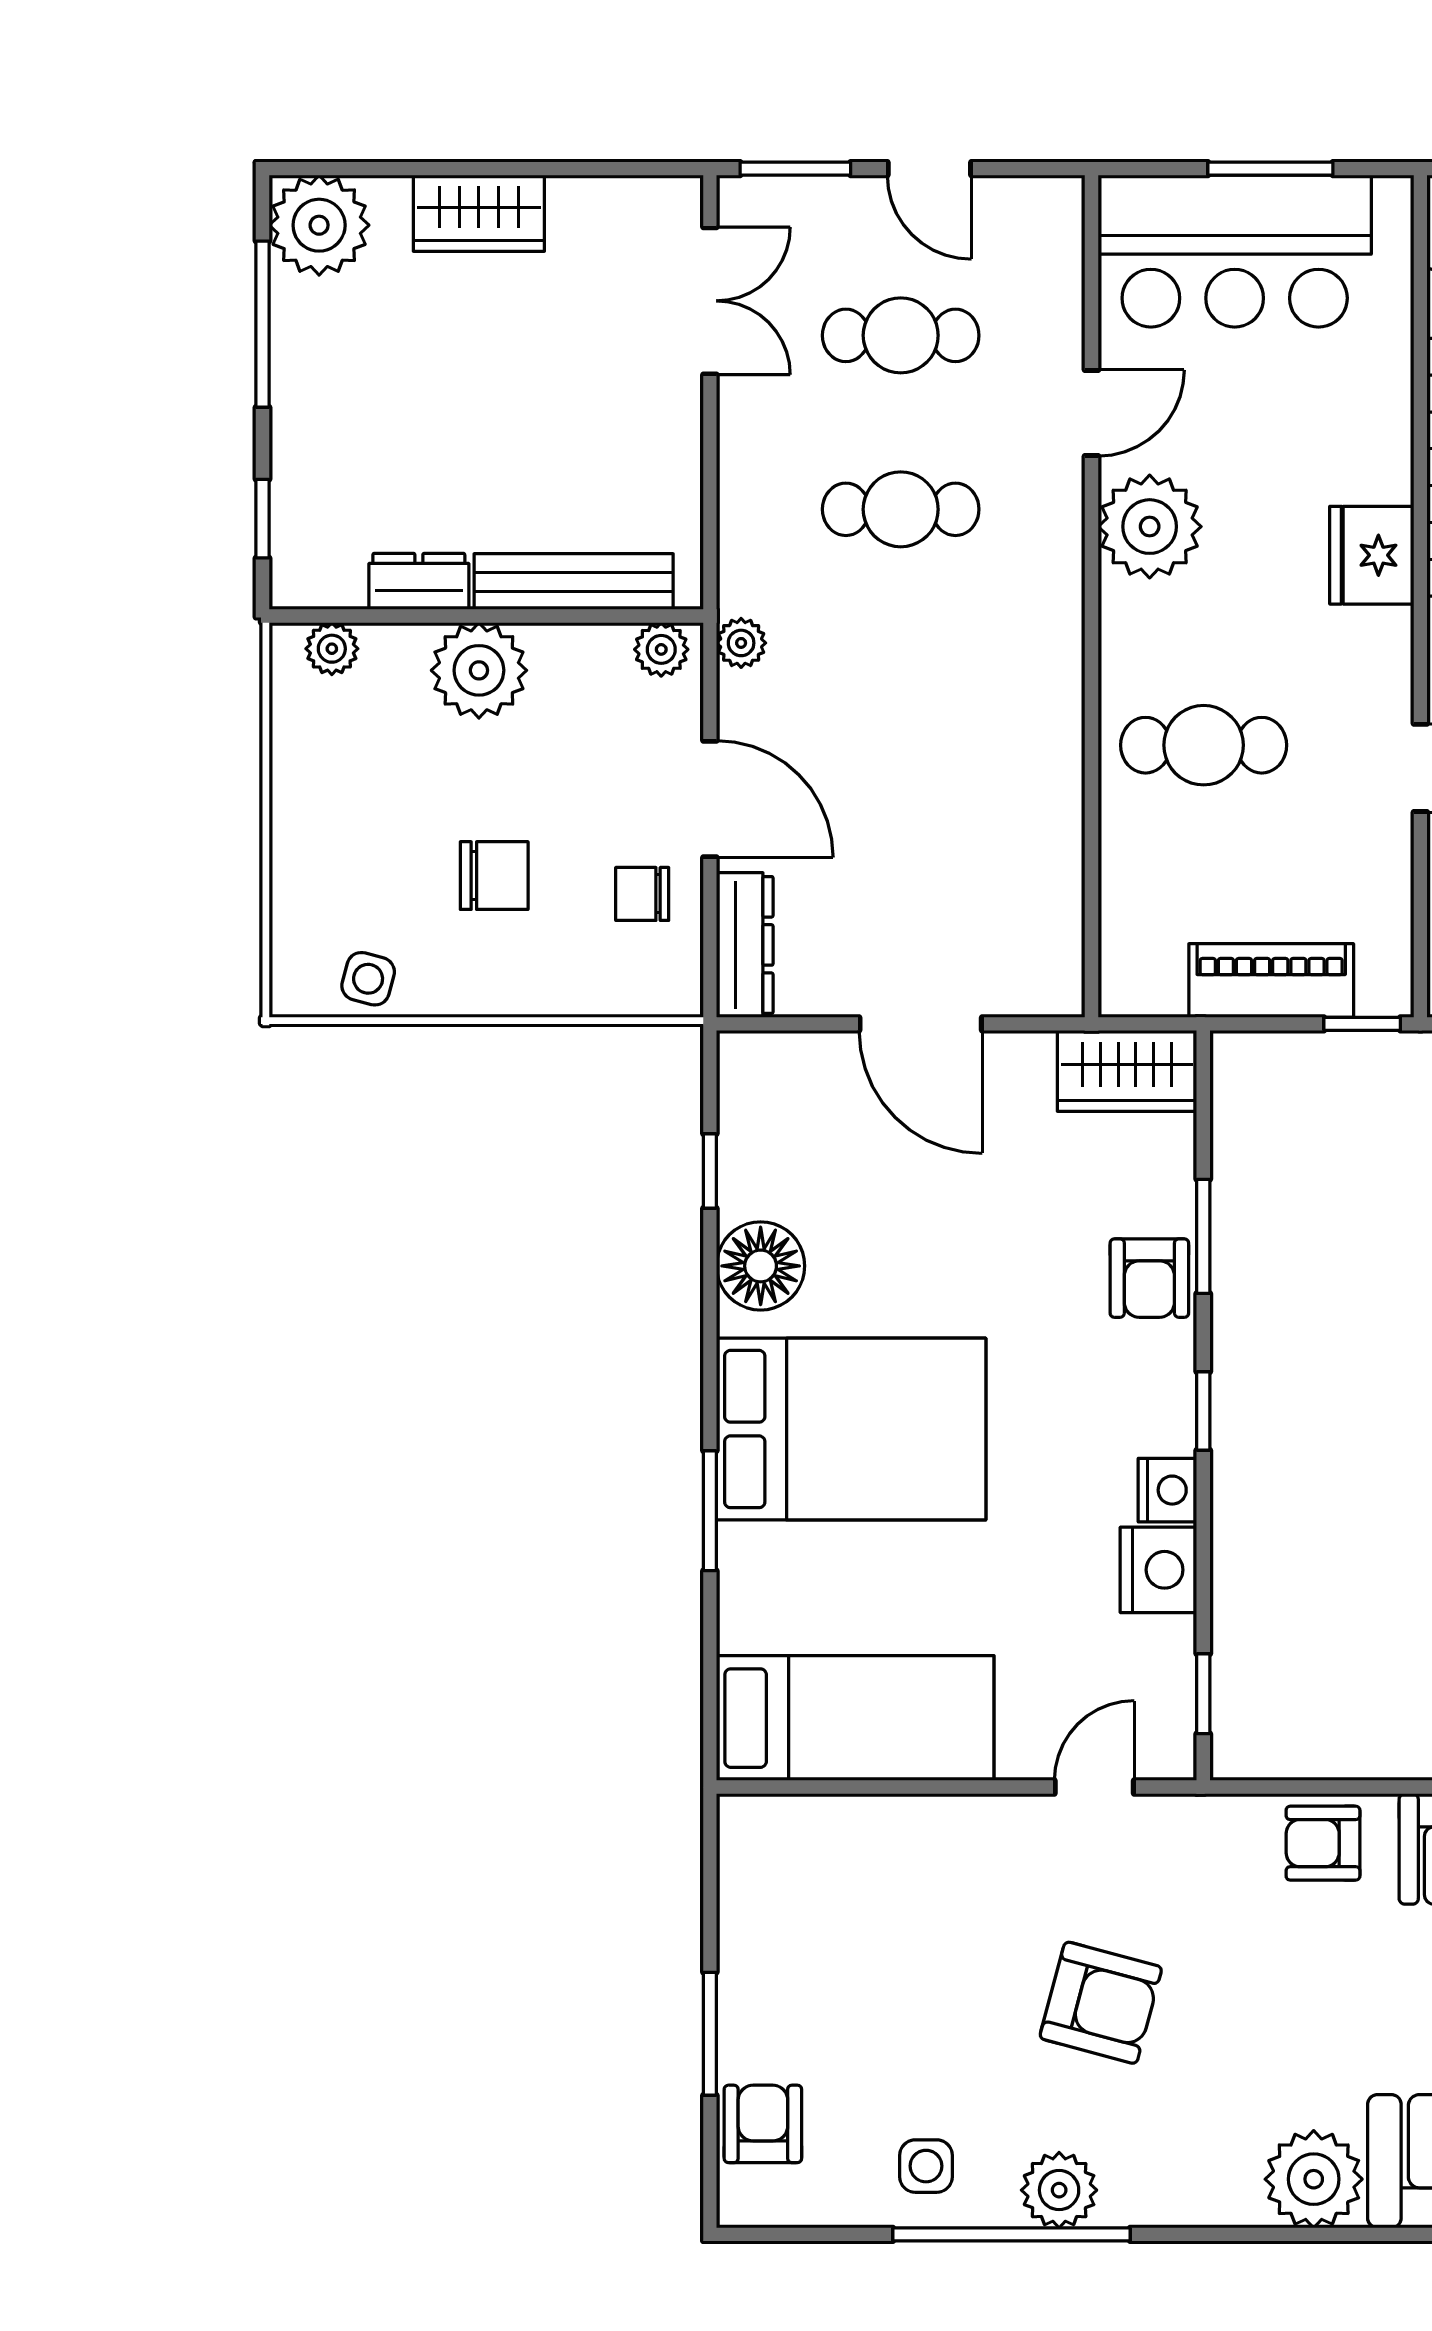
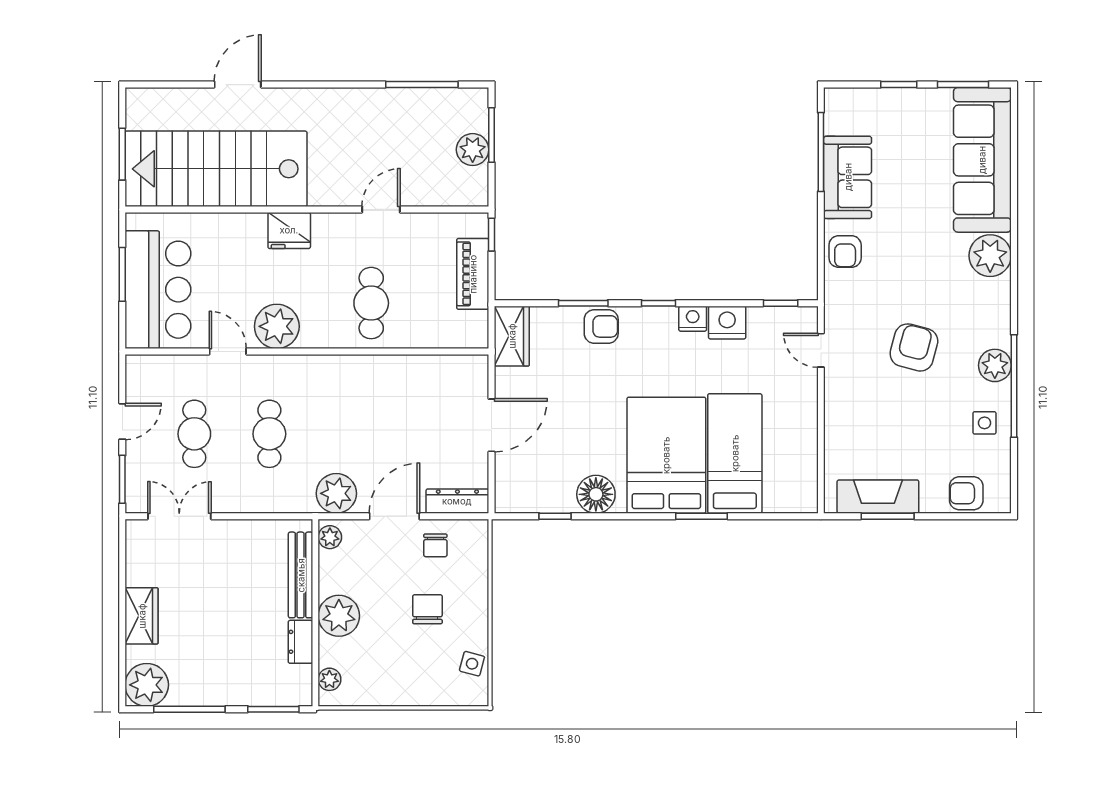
window: (263, 519) -> (273, 709), width x1.50
plant: (741, 643) -> (336, 493), width x1.88, depth x1.88
bed: (855, 1718) -> (735, 453), moved
fireplace: (755, 1919) -> (878, 497), added
window: (710, 2034) -> (888, 516), moved

